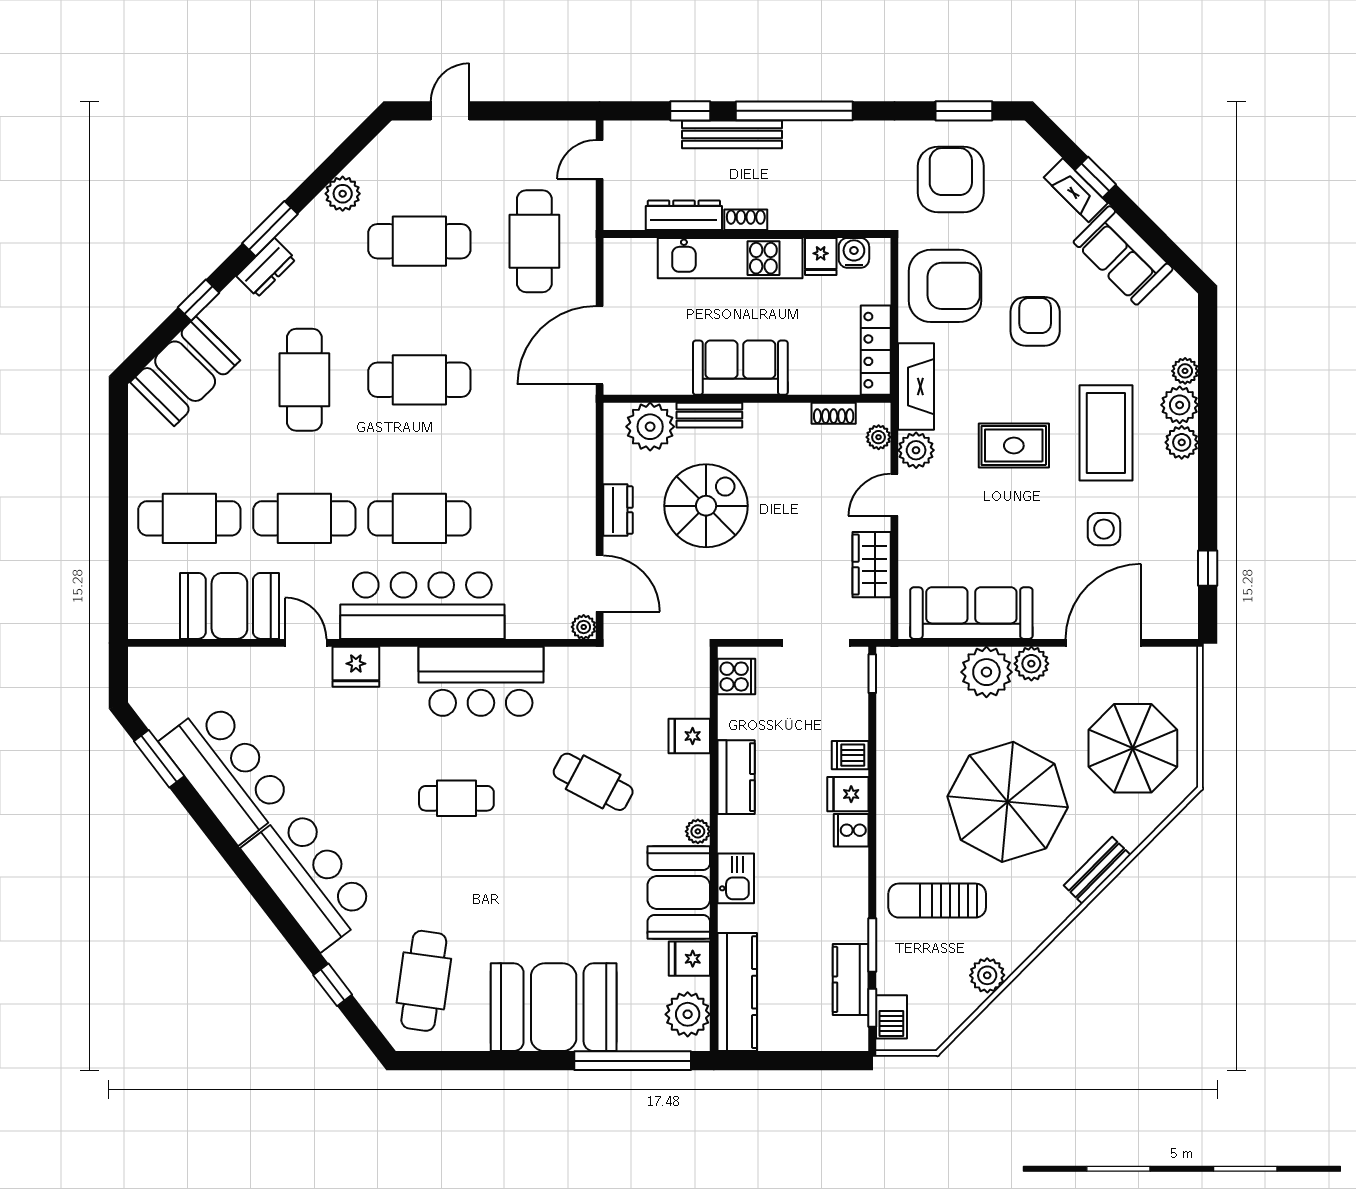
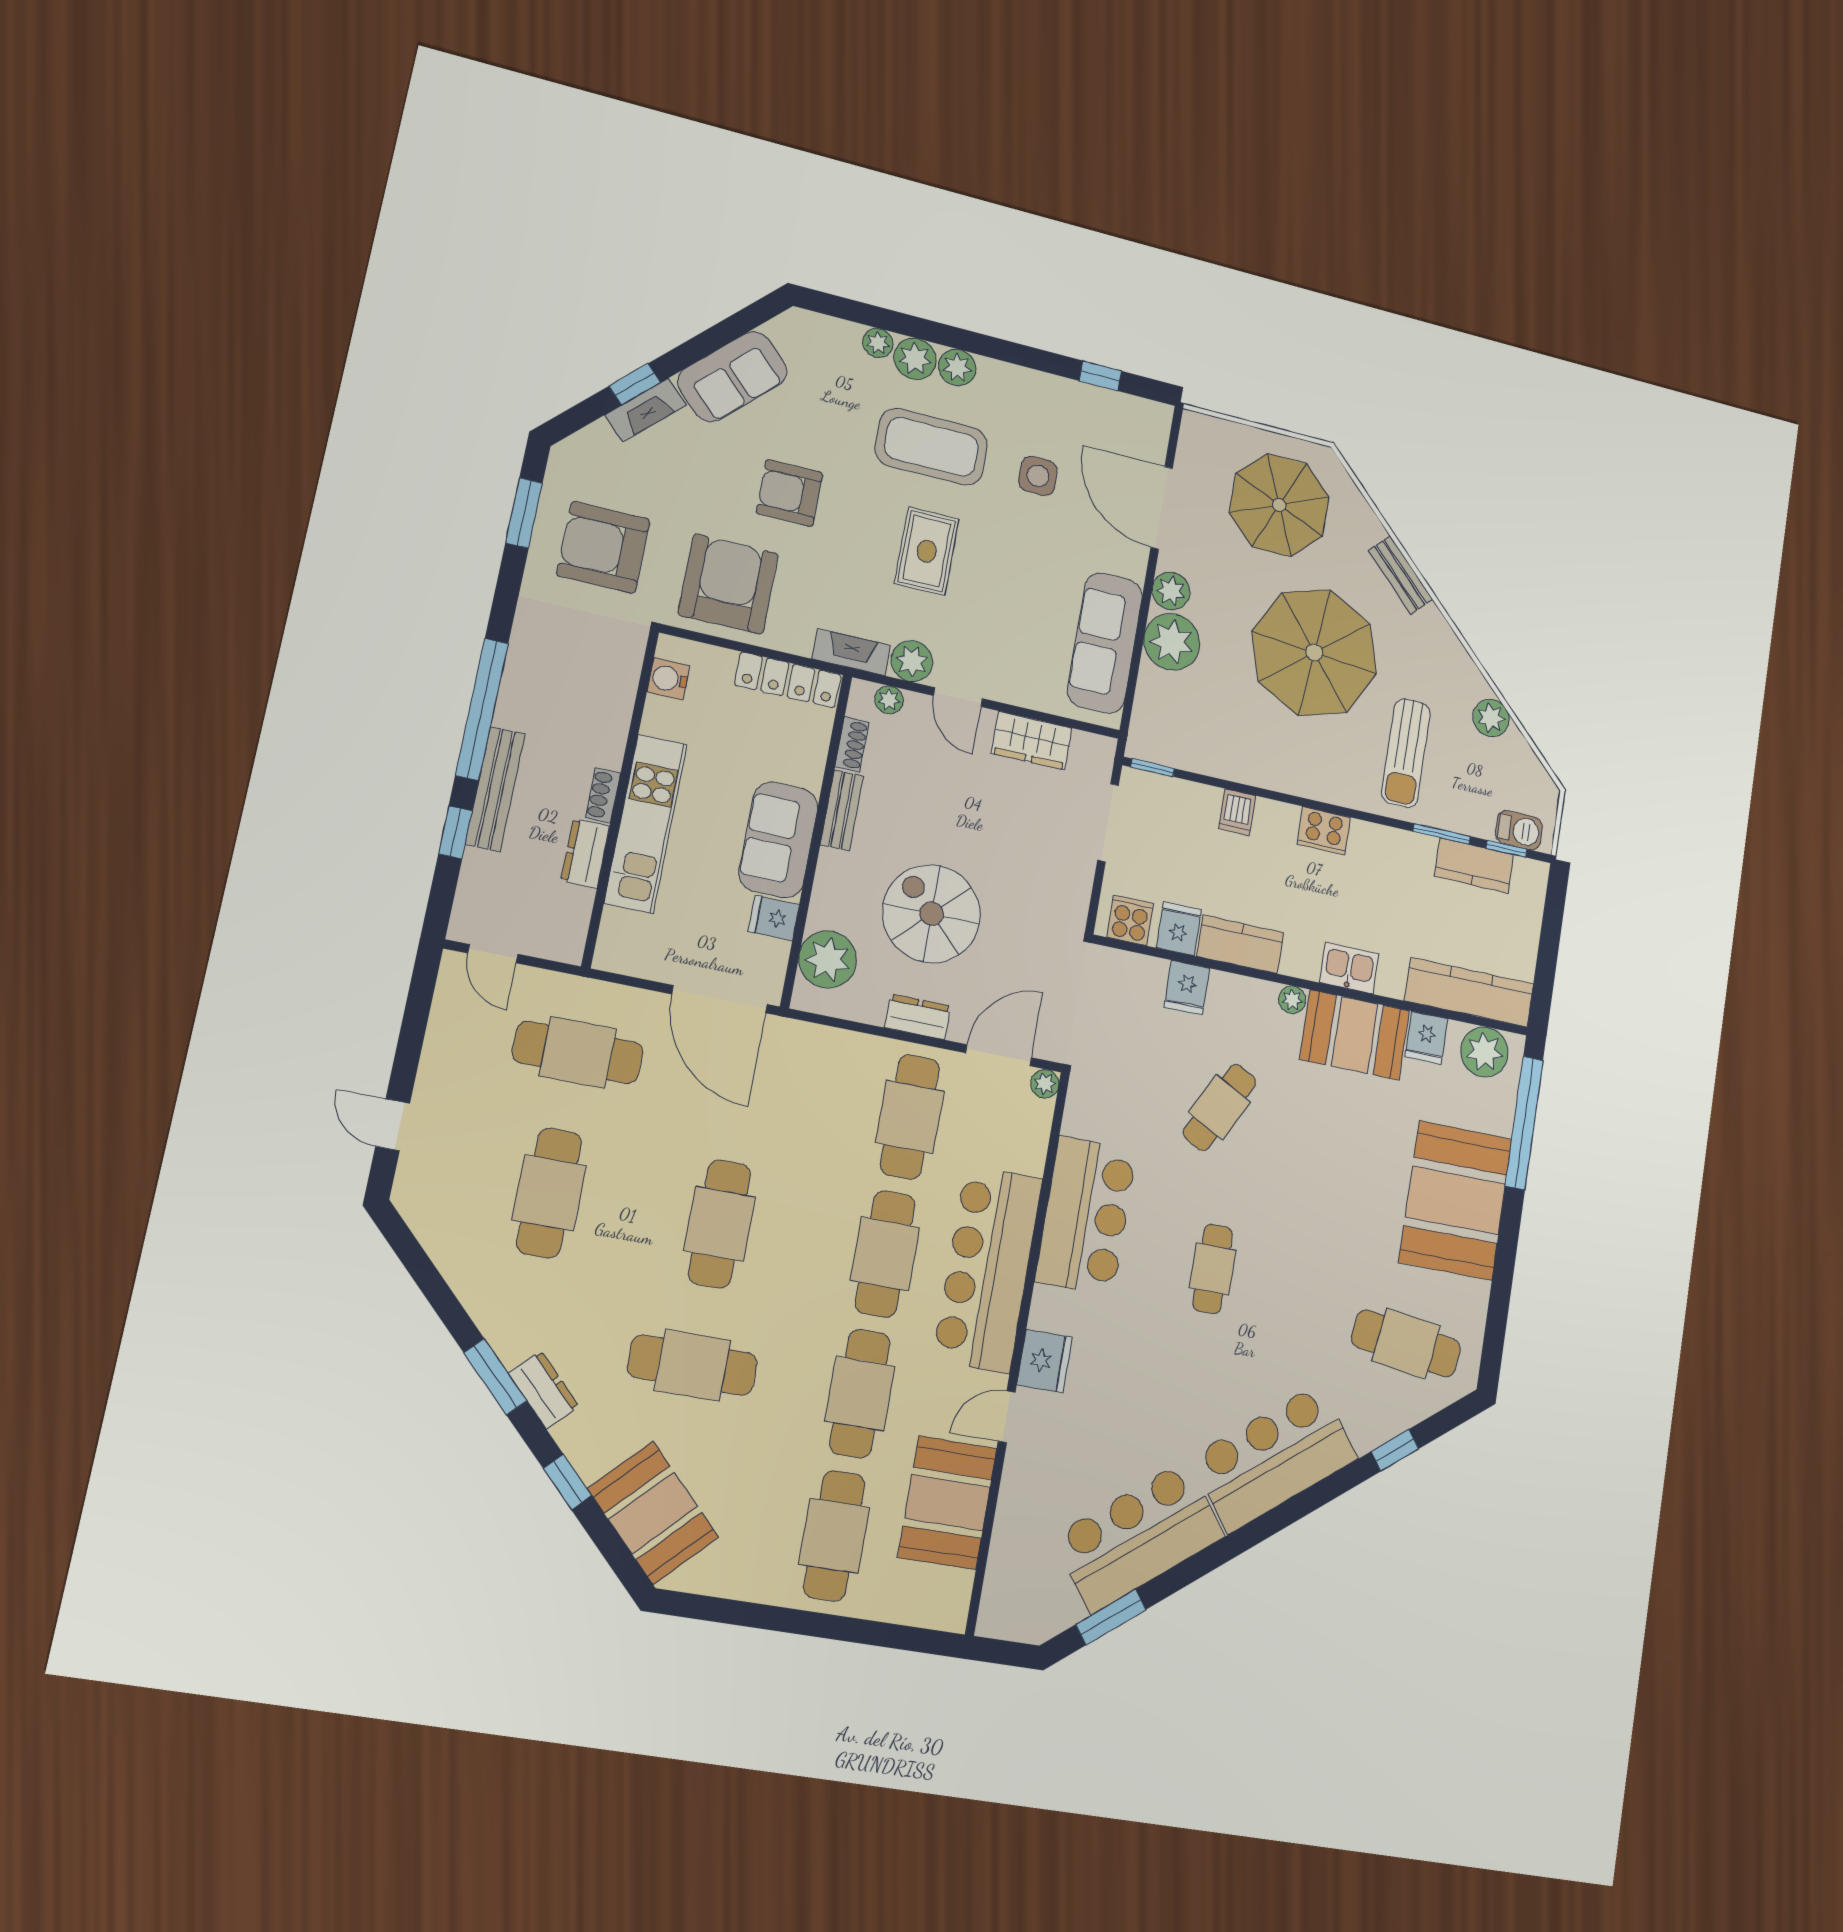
plant: (343, 194) -> (470, 1278), removed
dresser: (684, 215) -> (585, 853), width x0.70
fridge: (821, 256) -> (774, 918), moved, turned 180
fireplace: (916, 387) -> (851, 652), width x0.73, depth x0.76
bench: (709, 415) -> (842, 810), moved
cafe table: (534, 518) -> (910, 1117), added
fridge: (848, 794) -> (1179, 929), moved, turned 180
cooker: (851, 830) -> (1324, 831), width x1.36

